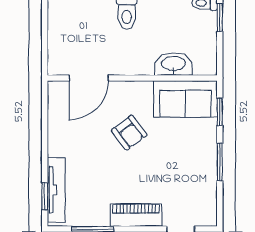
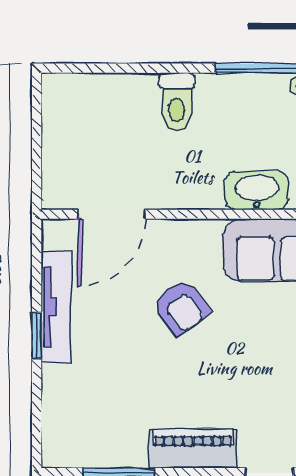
tv unit: (56, 190) -> (56, 307), moved
window: (45, 196) -> (37, 335), moved

